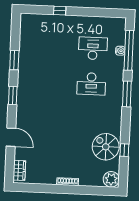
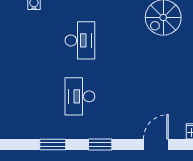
desk: (93, 48) -> (80, 96), moved

